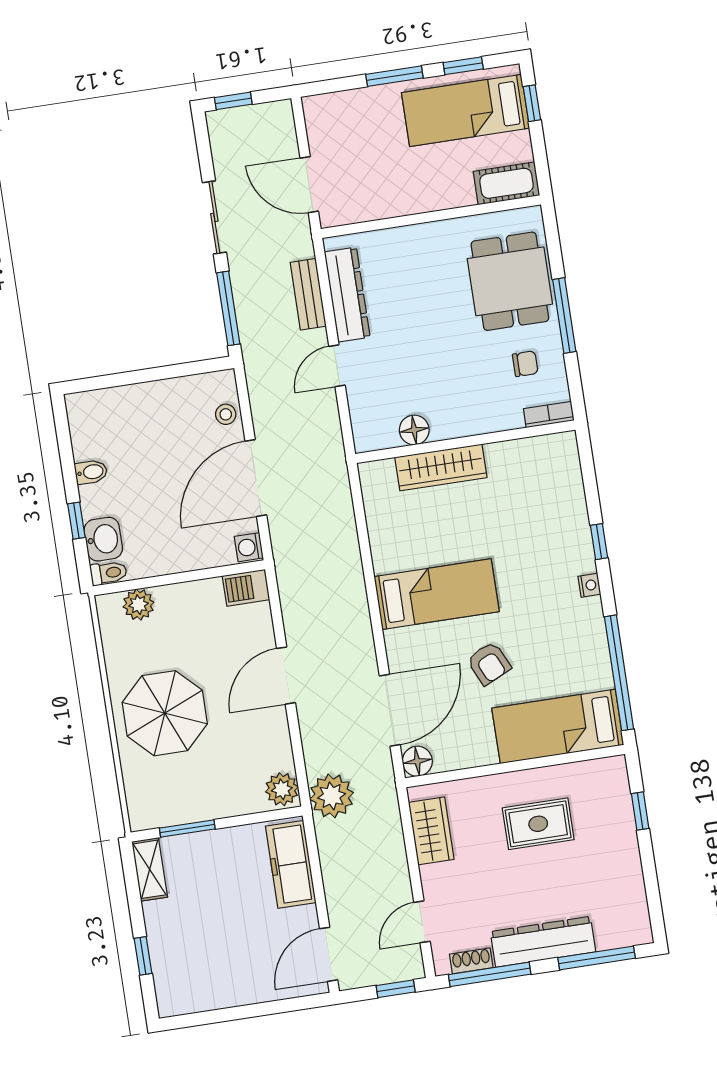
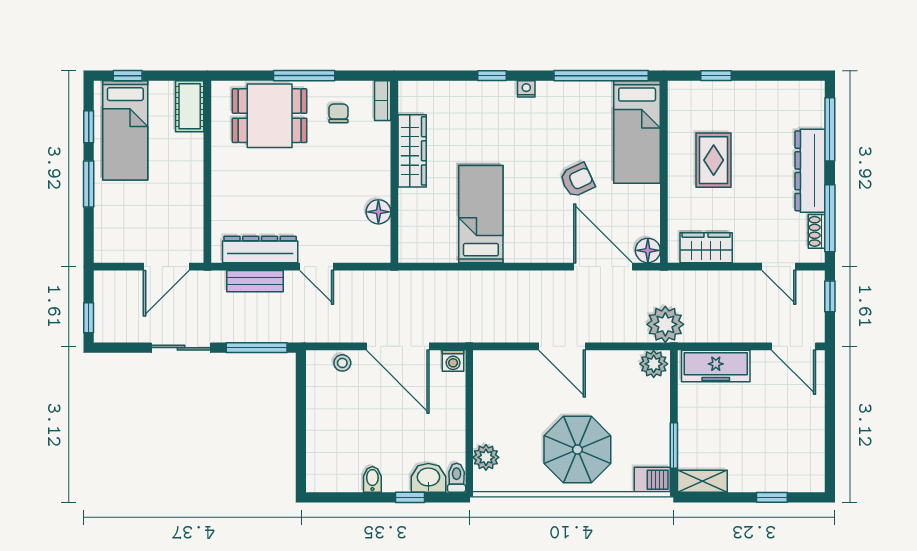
wardrobe: (441, 467) -> (412, 151), moved
barbecue: (246, 588) -> (652, 480), moved, turned -90
bed: (437, 594) -> (481, 214), moved

